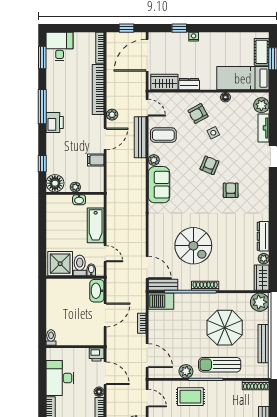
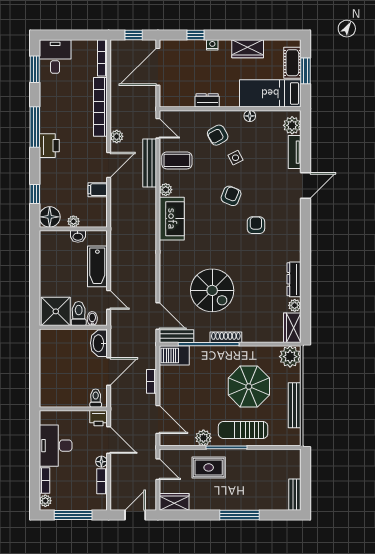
wardrobe: (164, 82) -> (248, 49), moved, turned 180
toilet: (51, 338) -> (96, 398), moved
shoe rack: (256, 385) -> (285, 454), removed

